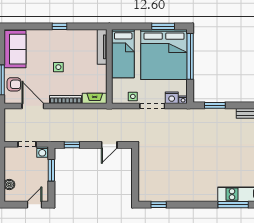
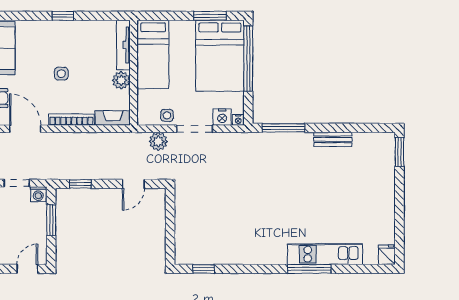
bed: (164, 54) -> (220, 56), width x0.73
plant: (101, 72) -> (121, 80), added
window: (215, 105) -> (283, 128), width x1.44
plant: (127, 115) -> (158, 141), added

